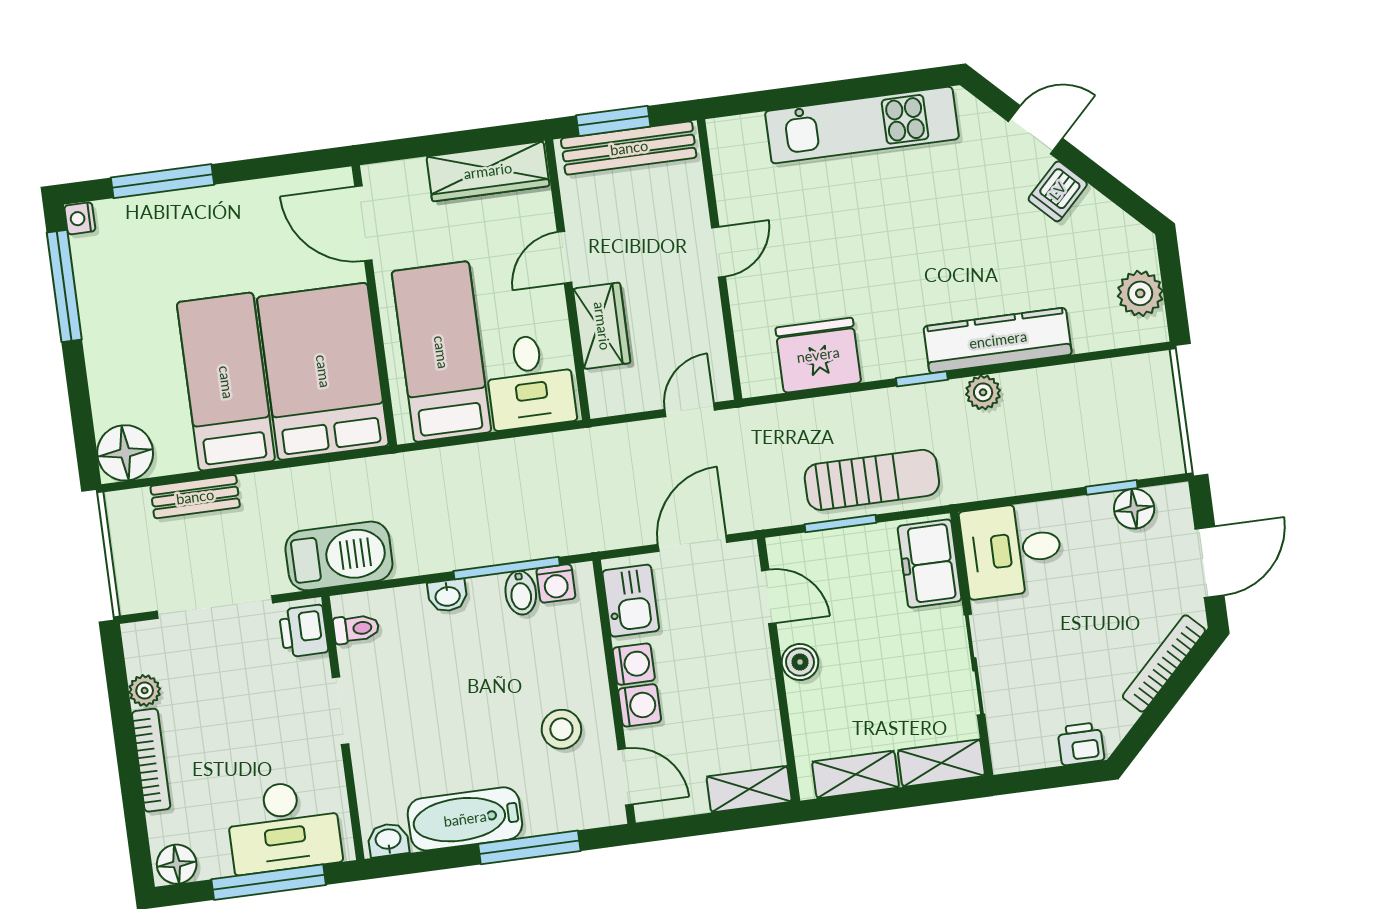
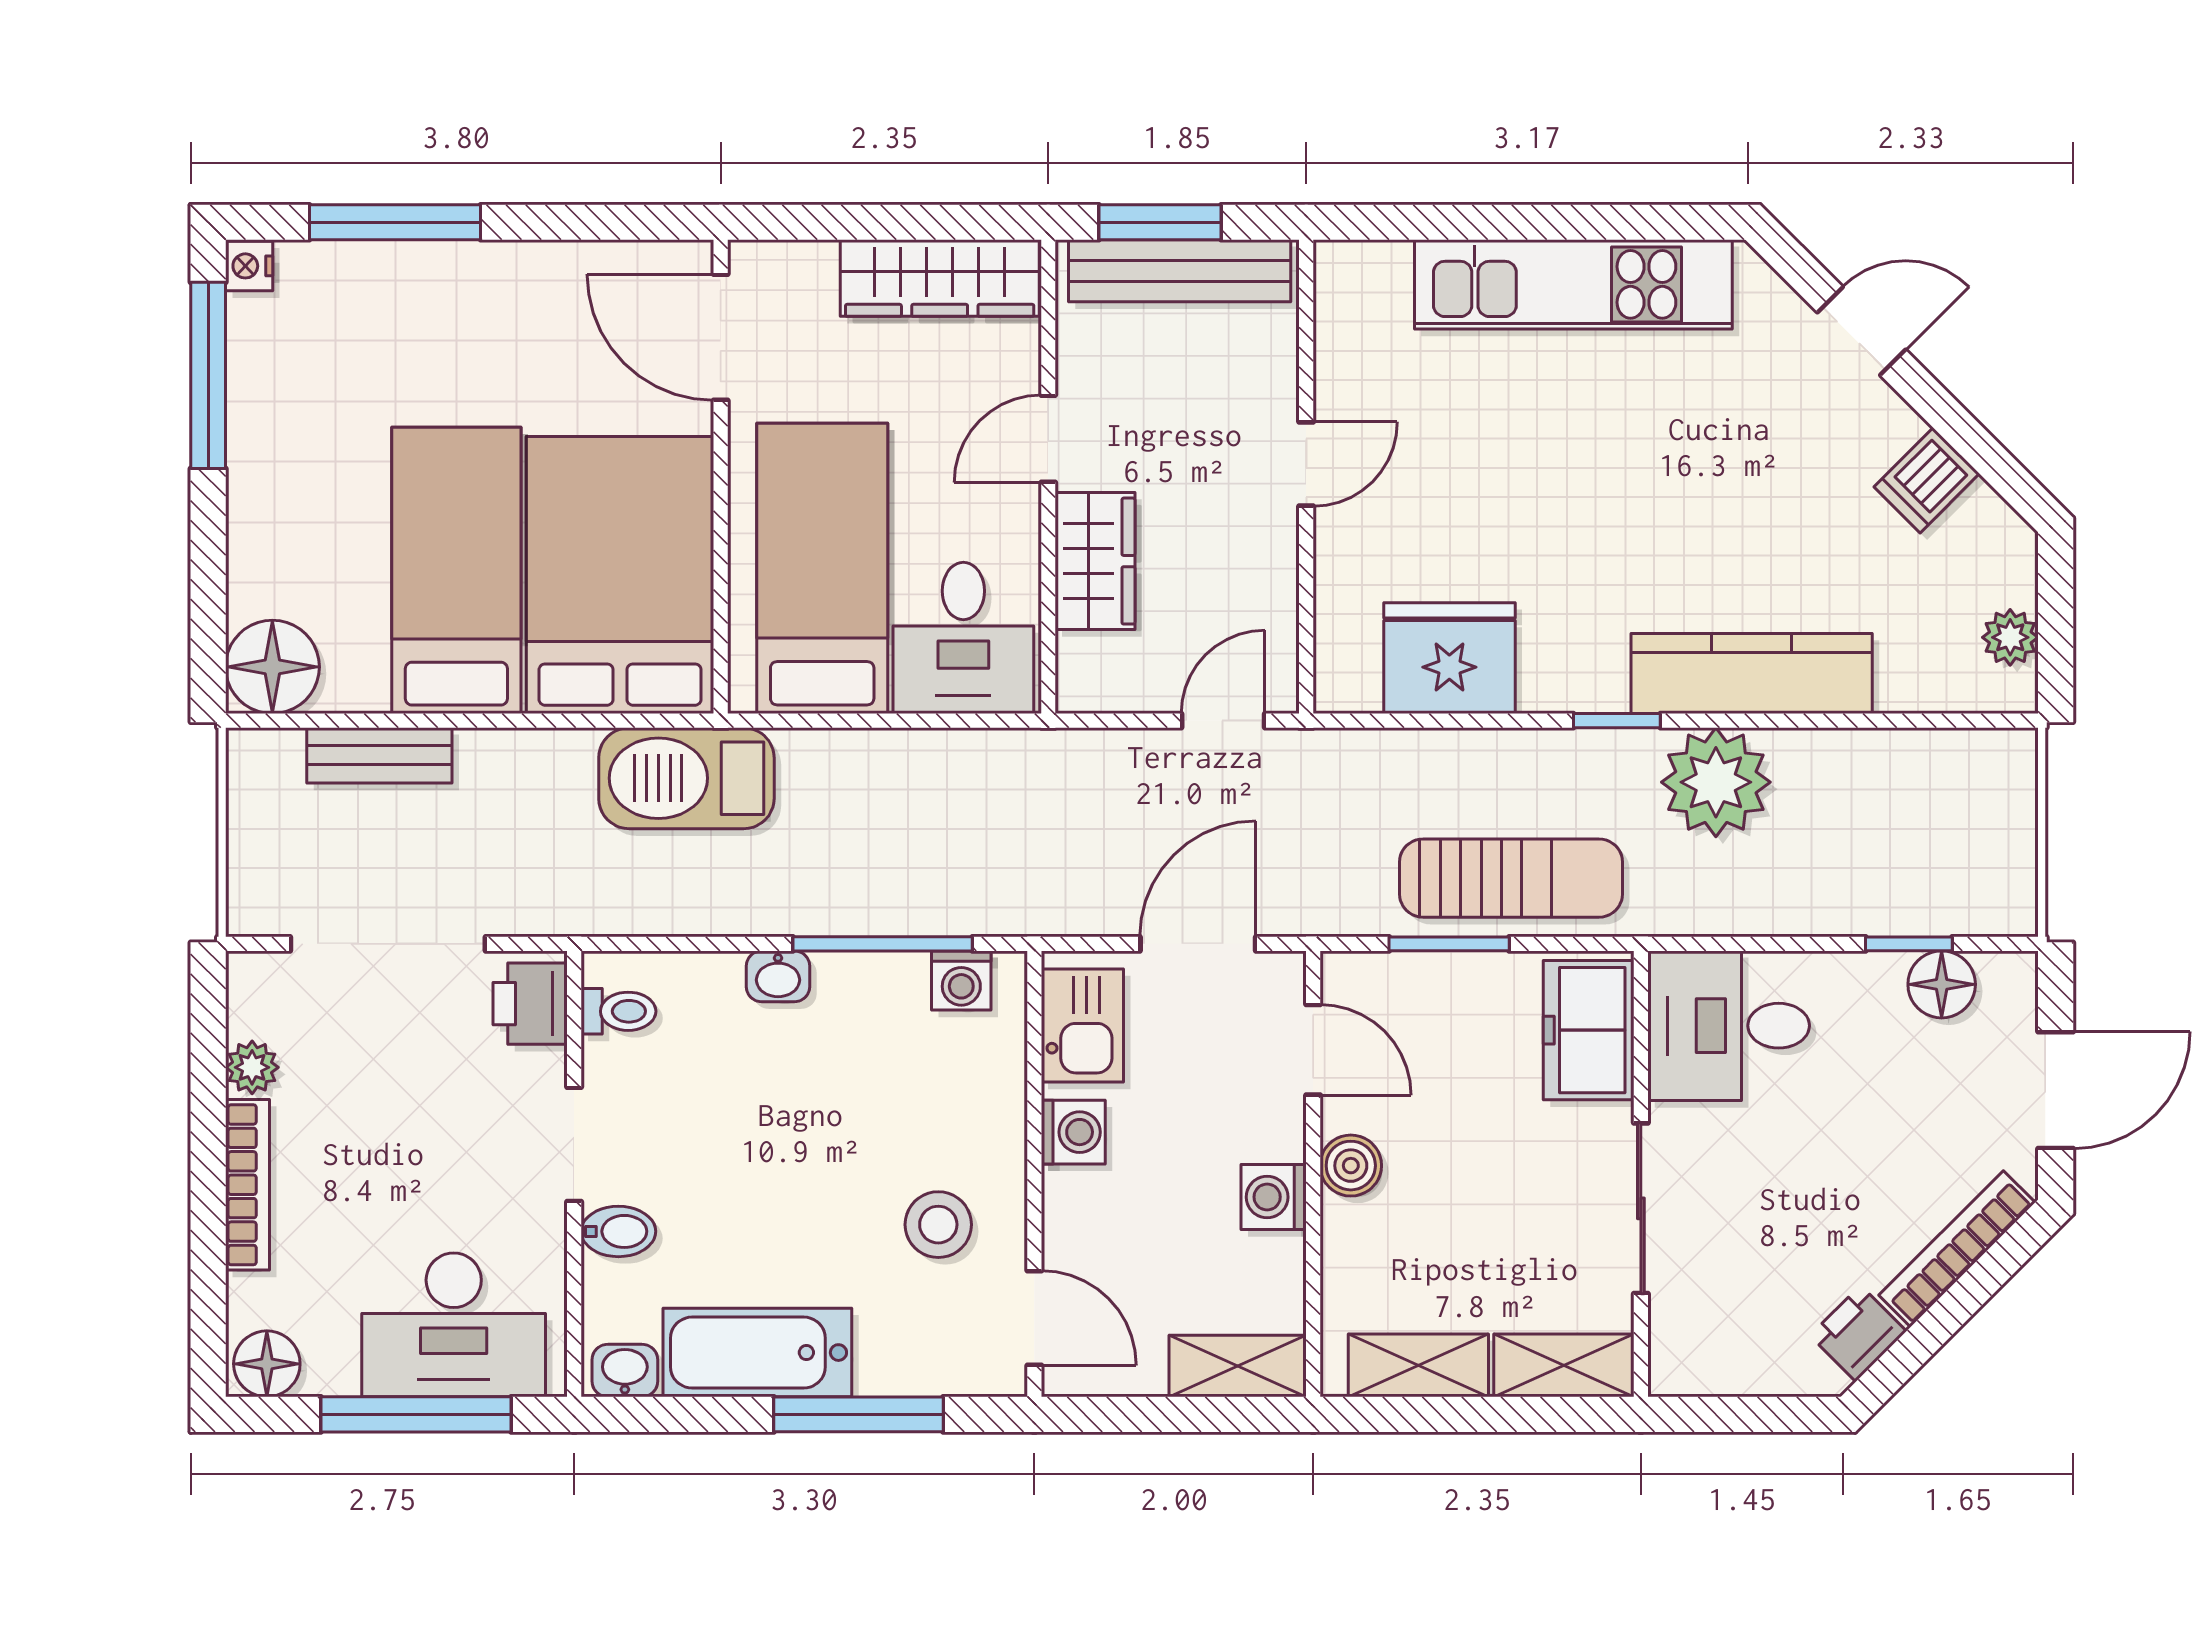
dishwasher: (1058, 191) -> (1927, 480), moved
plant: (1140, 293) -> (2010, 637), width x0.73, depth x0.73
plant: (983, 392) -> (1716, 782), width x1.88, depth x1.88
barbecue: (339, 556) -> (686, 778), moved, turned 180
bidet: (521, 593) -> (618, 1231), moved, turned -90
washing machine: (640, 705) -> (1274, 1197), moved, turned 180
printer: (1081, 744) -> (1858, 1333), moved, turned -45

